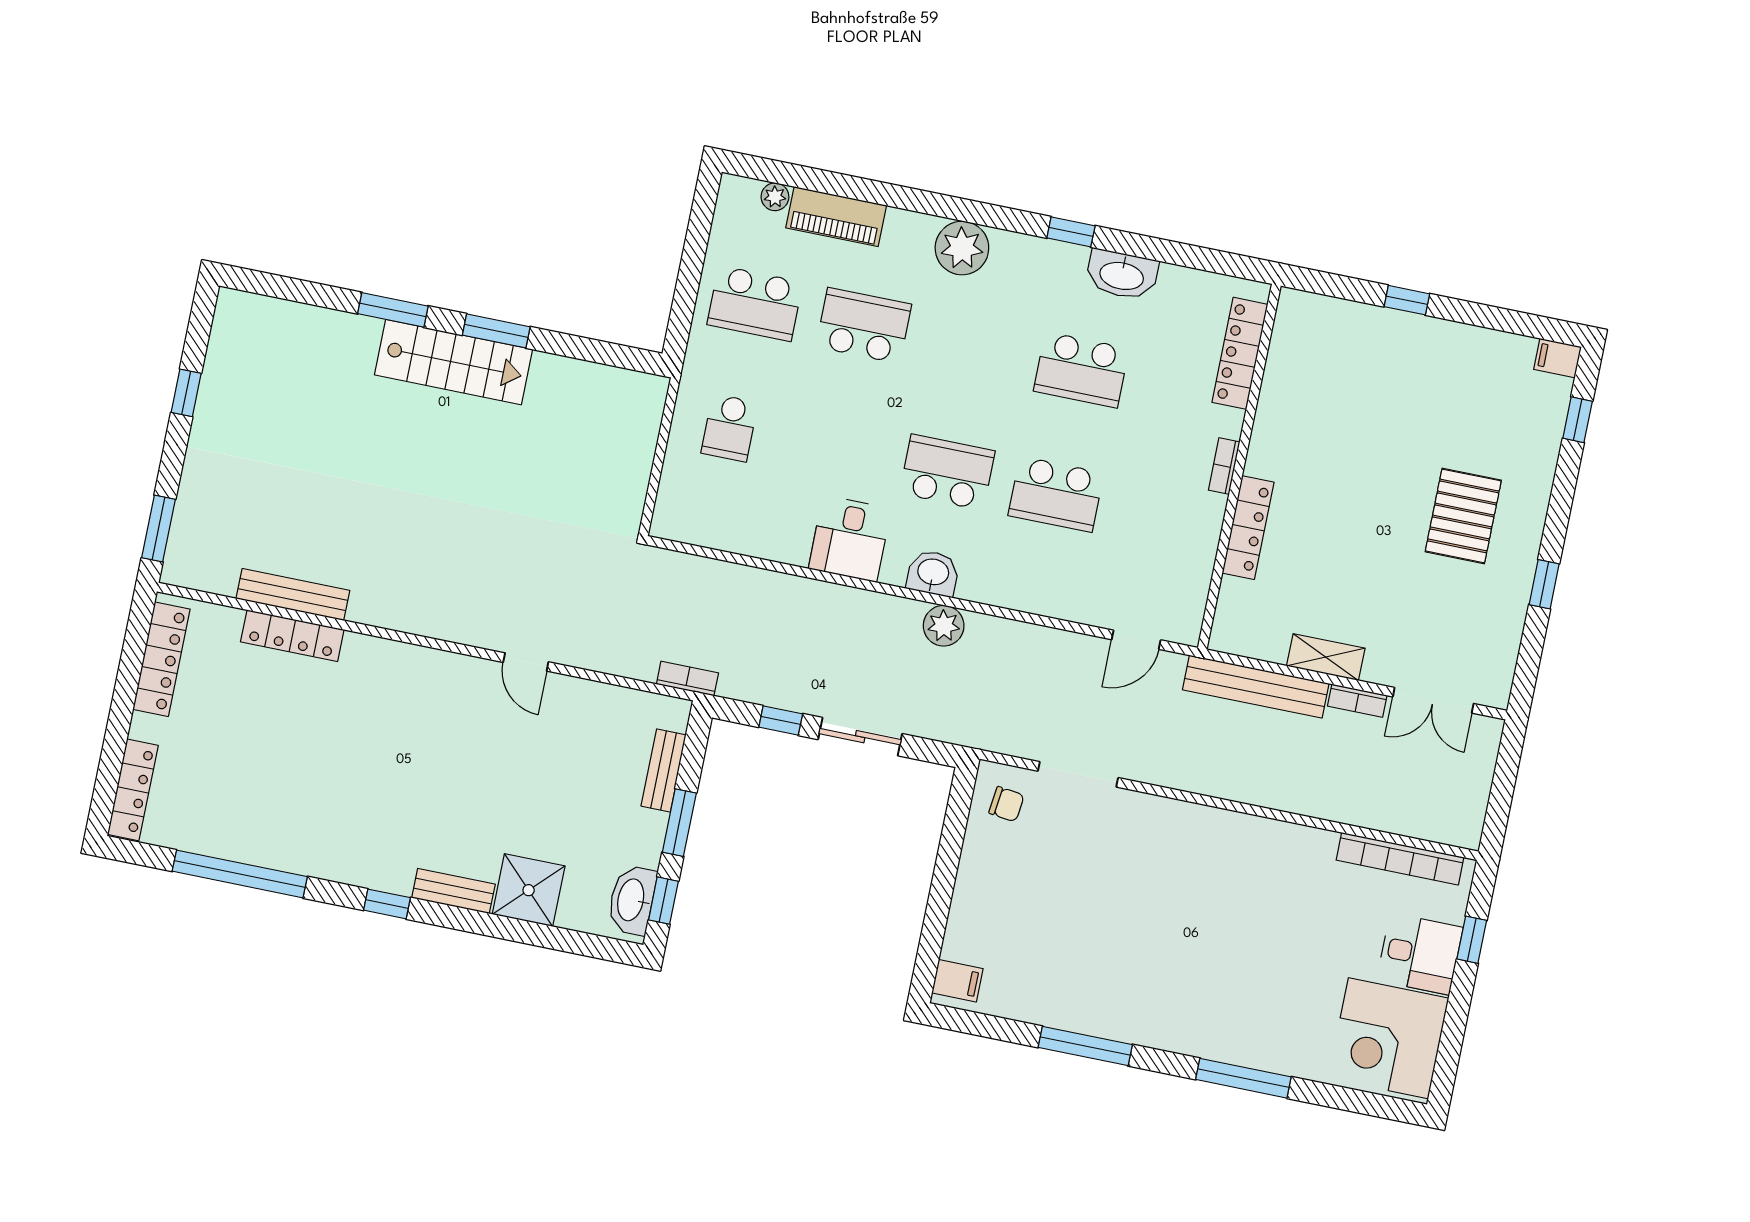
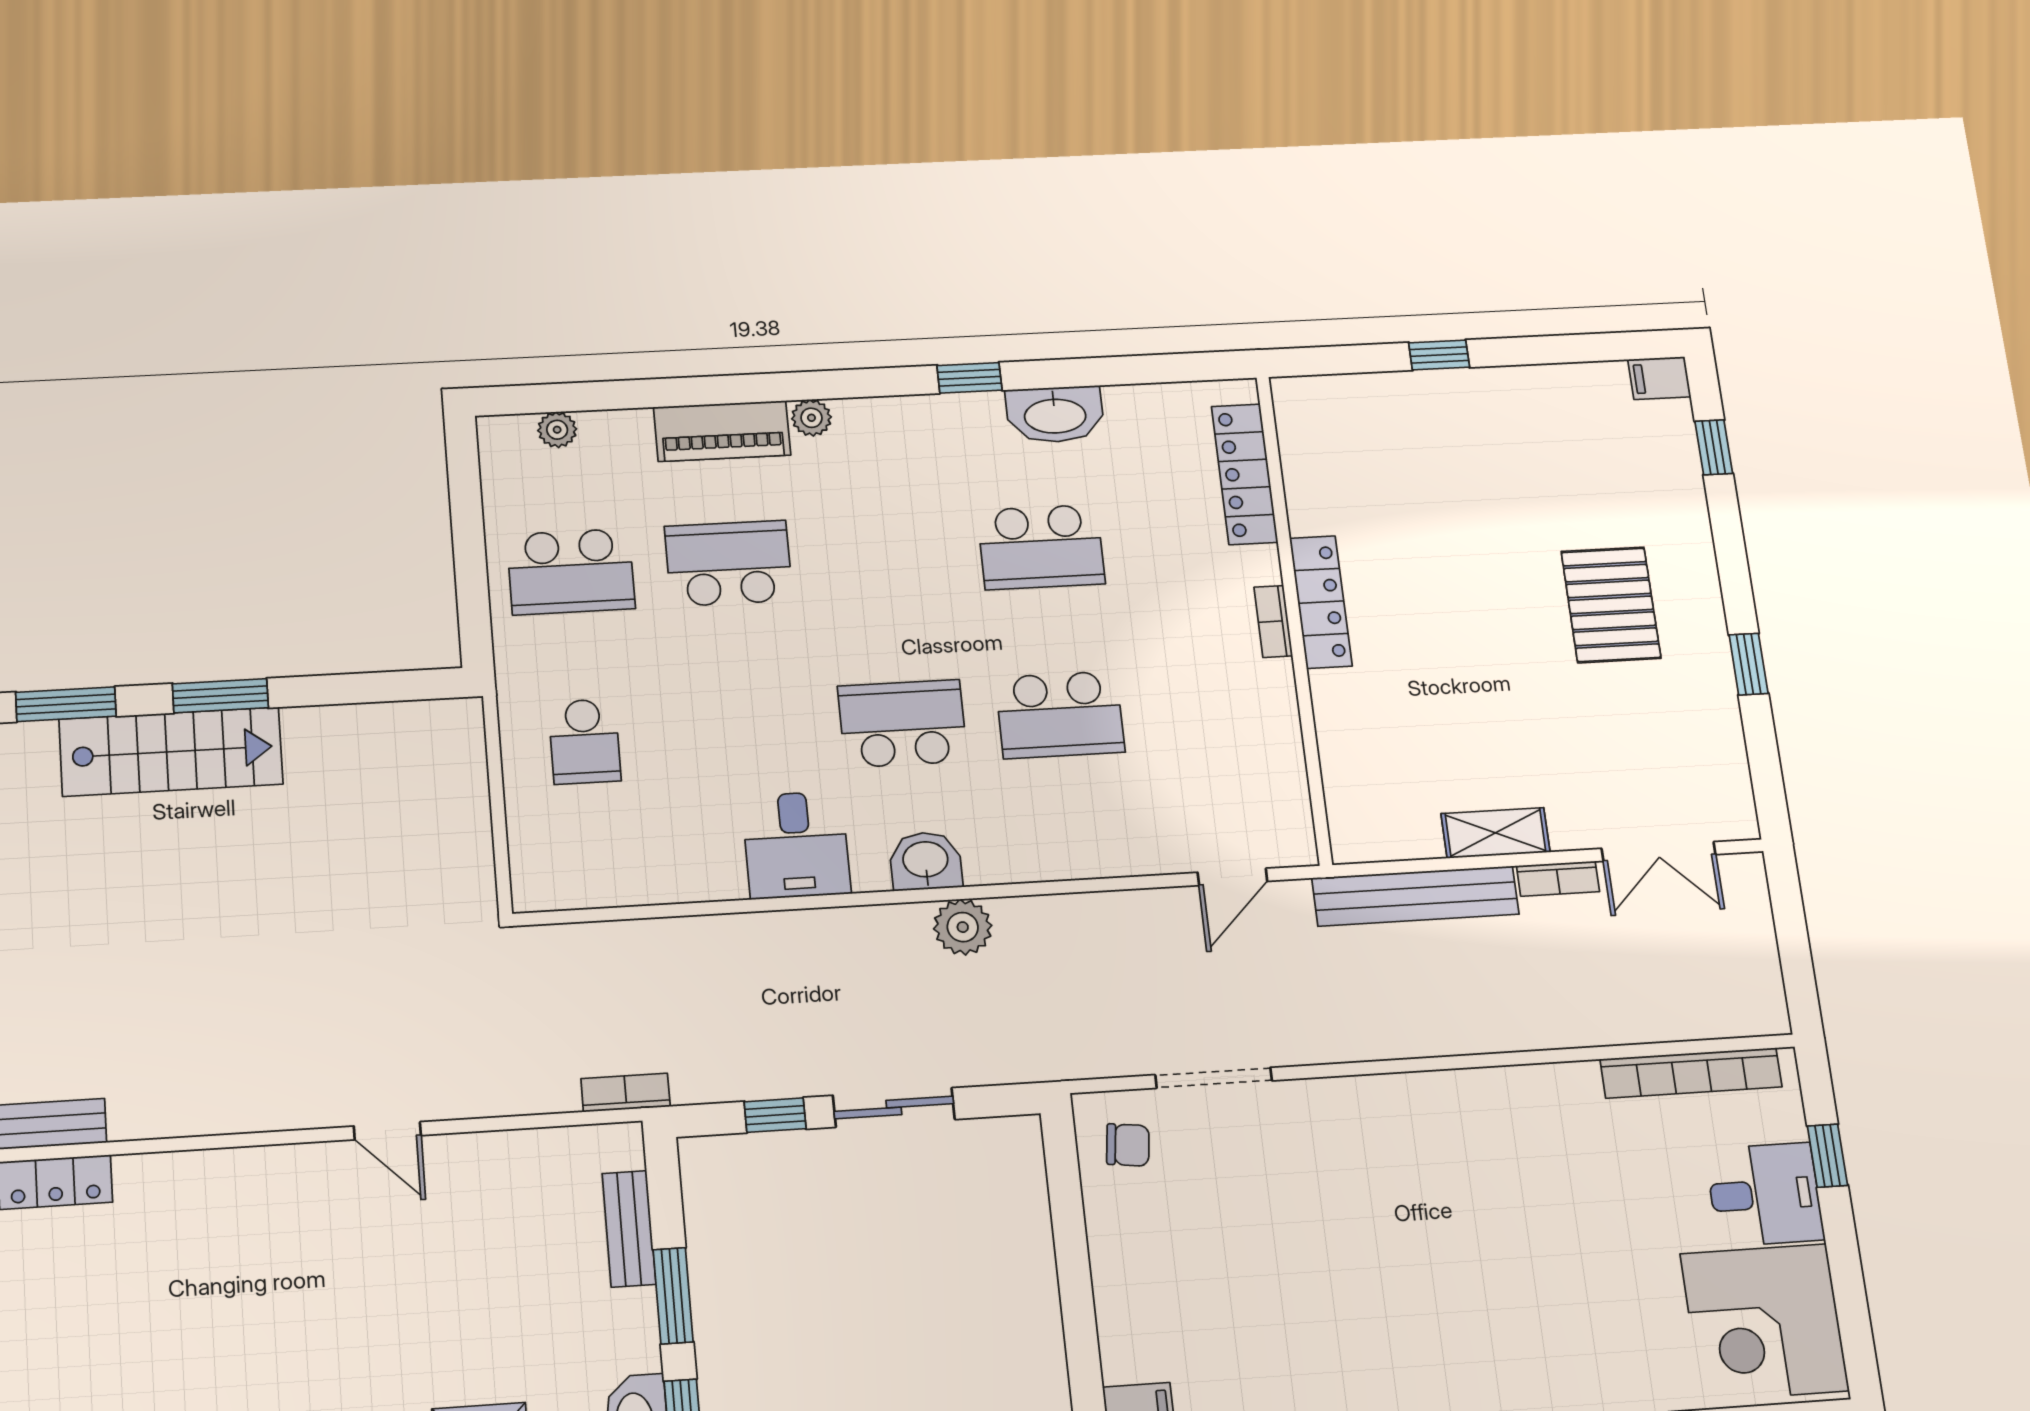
piano: (836, 217) -> (722, 431), moved
plant: (962, 248) -> (811, 418), width x0.53, depth x0.53
locker: (1248, 528) -> (1321, 602), moved

